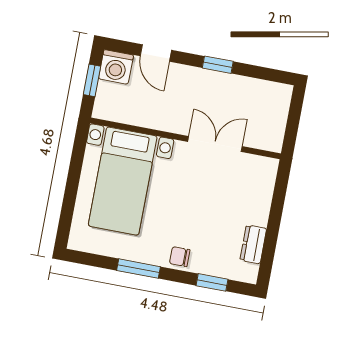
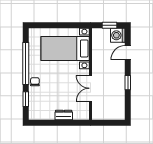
double door: (215, 144) -> (91, 88), swing flipped
dresser: (253, 244) -> (64, 115), moved
window: (138, 269) -> (26, 64), width x2.11

